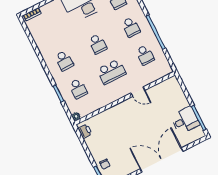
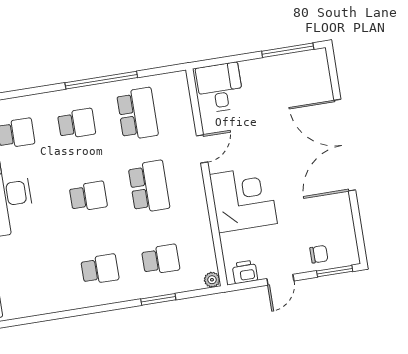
school desk: (145, 55) -> (137, 114), width x1.85
corner desk: (120, 119) -> (243, 199), added
desk: (185, 120) -> (220, 88), moved
door: (87, 150) -> (280, 280), added

